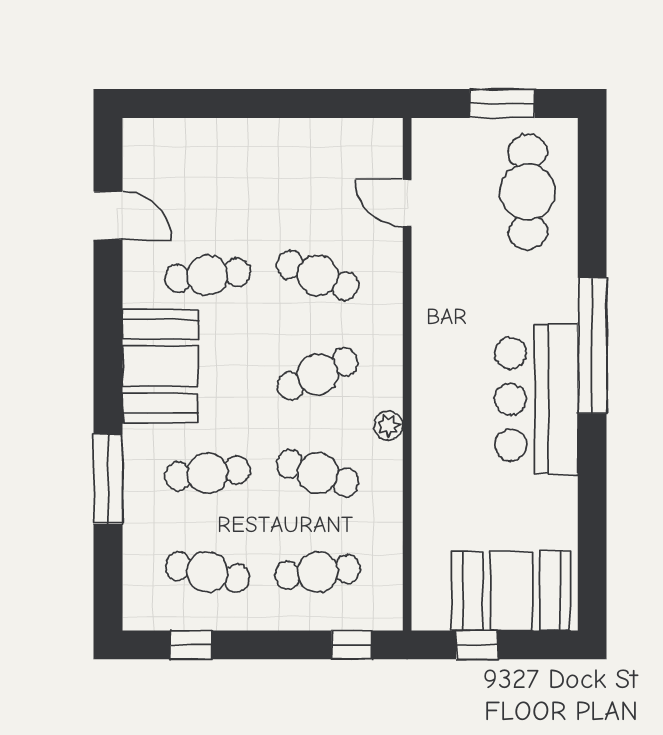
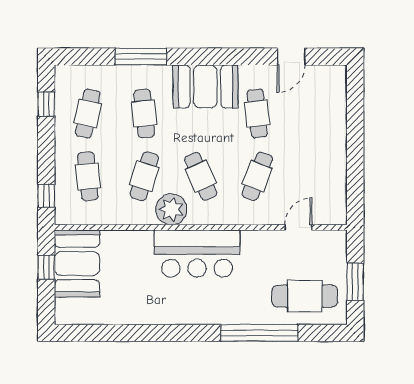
window: (592, 345) -> (259, 333), moved
bar counter: (536, 399) -> (197, 254), moved, turned 180
plant: (388, 426) -> (171, 209), width x1.88, depth x1.88
booth: (511, 591) -> (77, 263), moved

